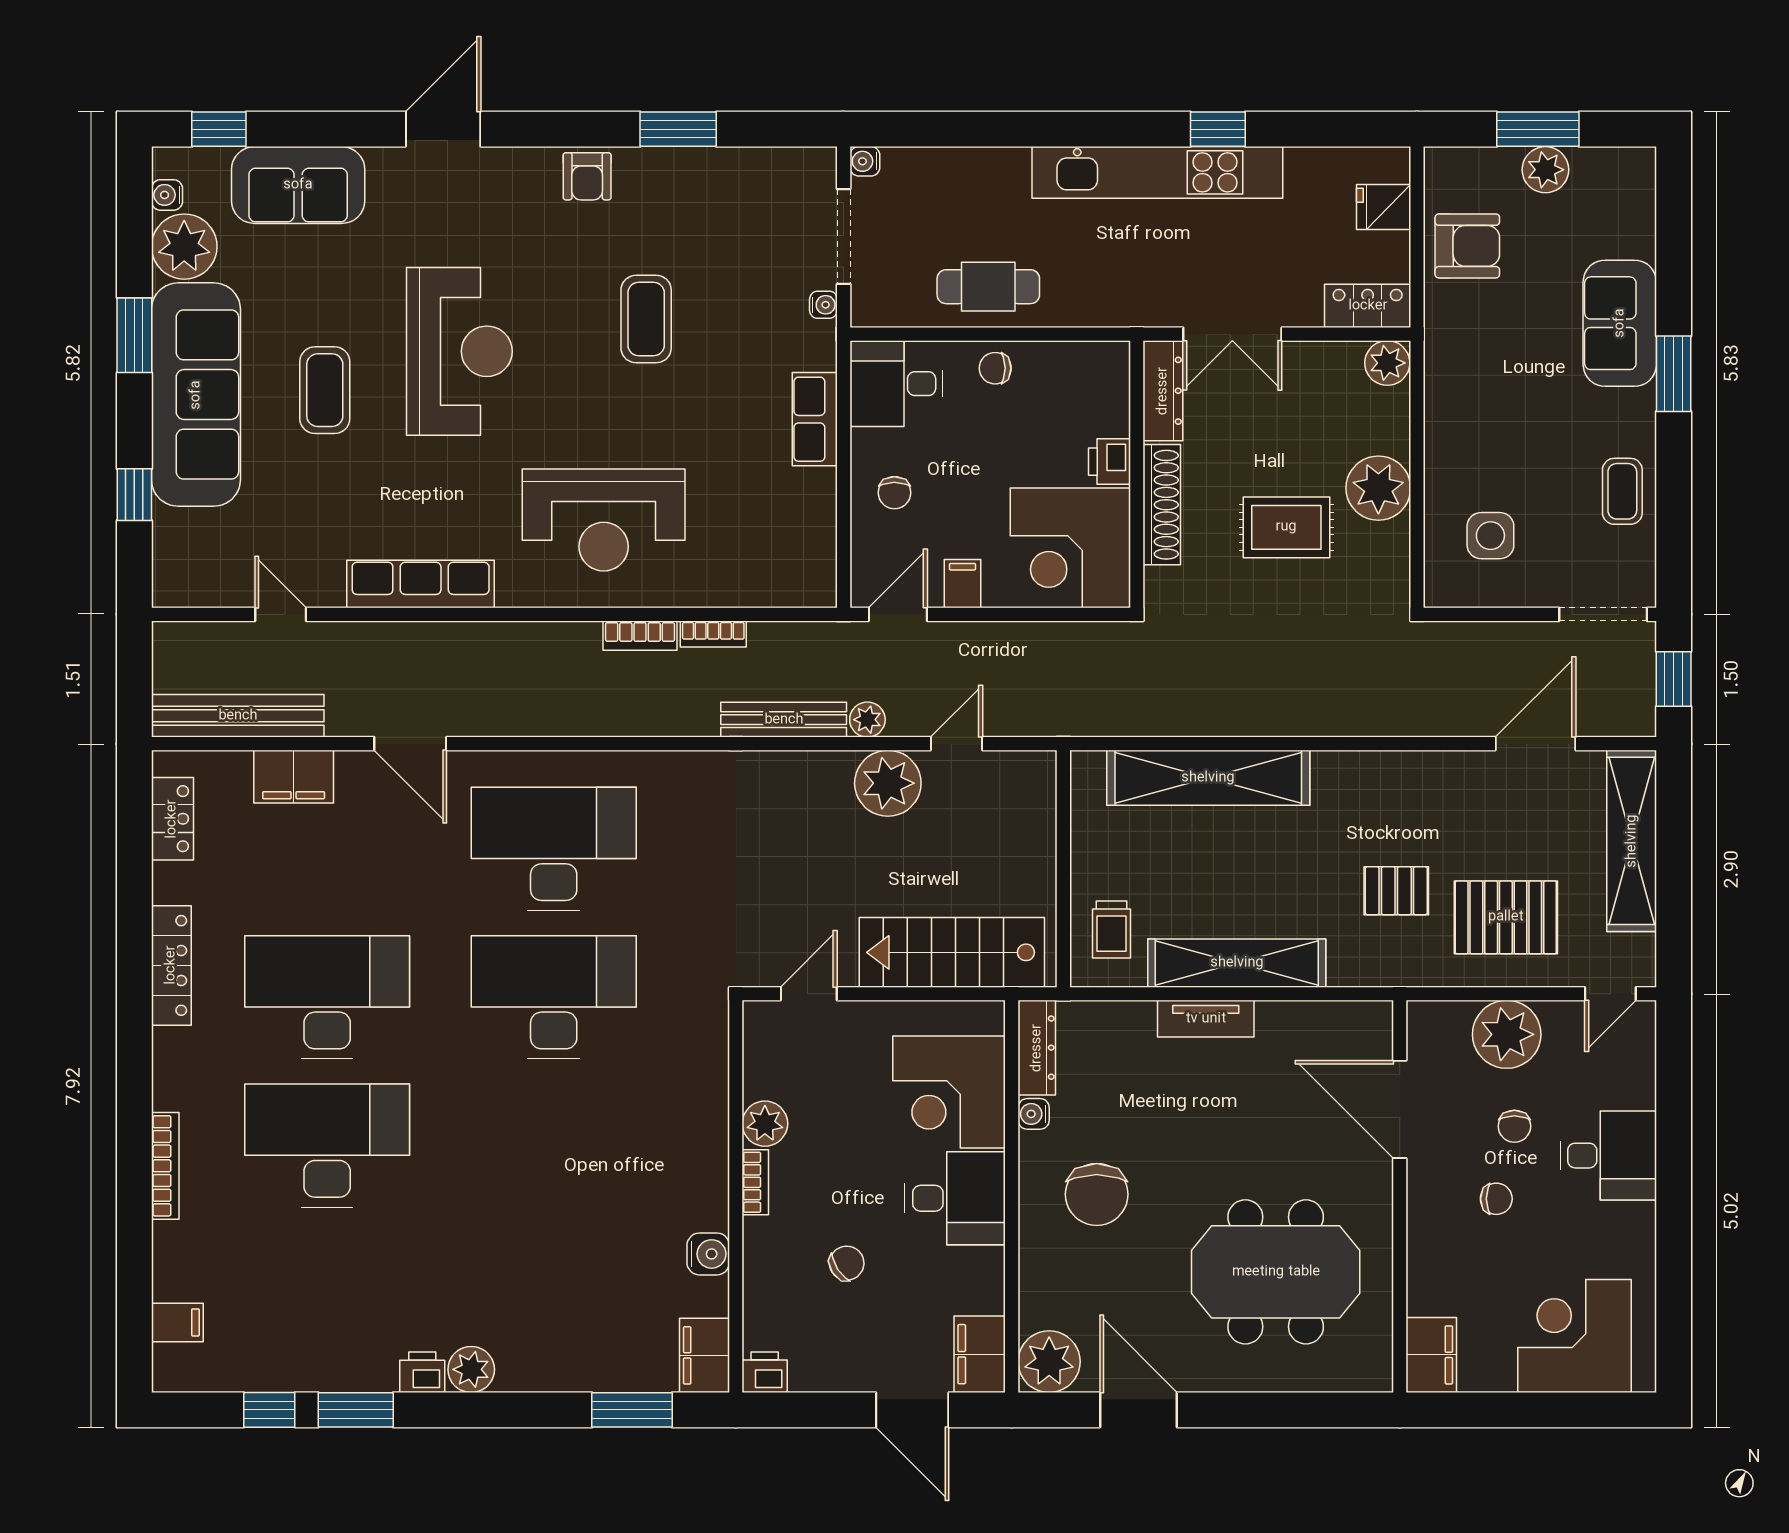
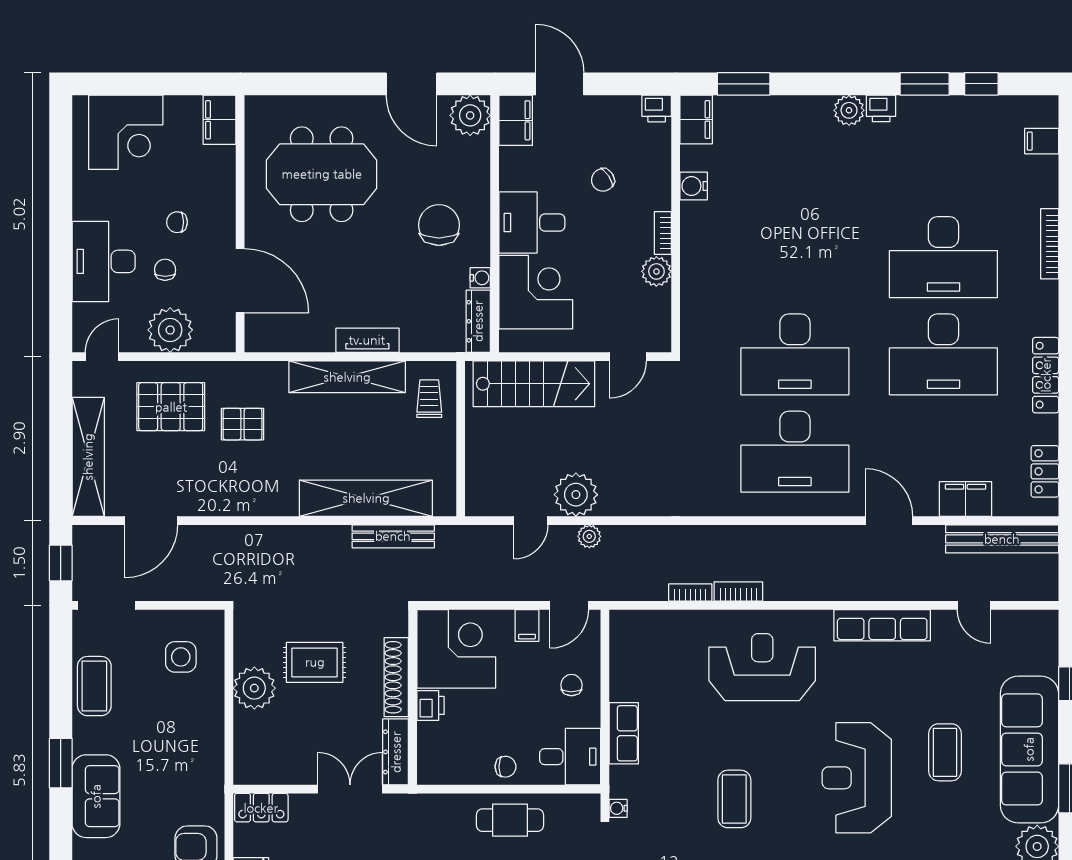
plant: (1387, 363) -> (248, 770), removed
coffee table: (1622, 491) -> (94, 686), width x1.36, depth x1.30
bench: (784, 720) -> (393, 536), moved
desk: (1608, 1156) -> (104, 261), width x1.37

